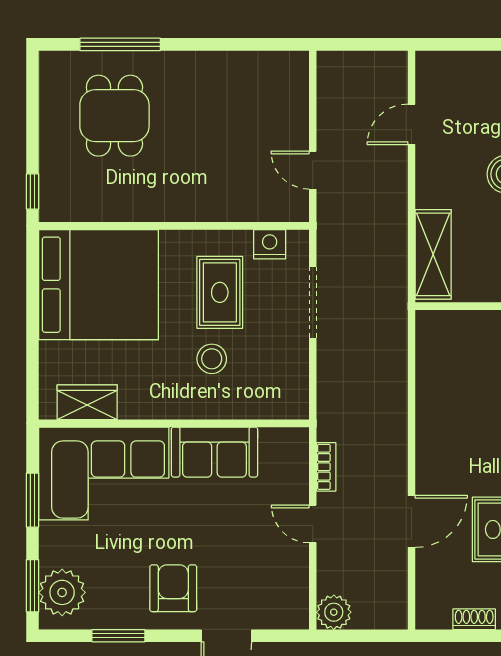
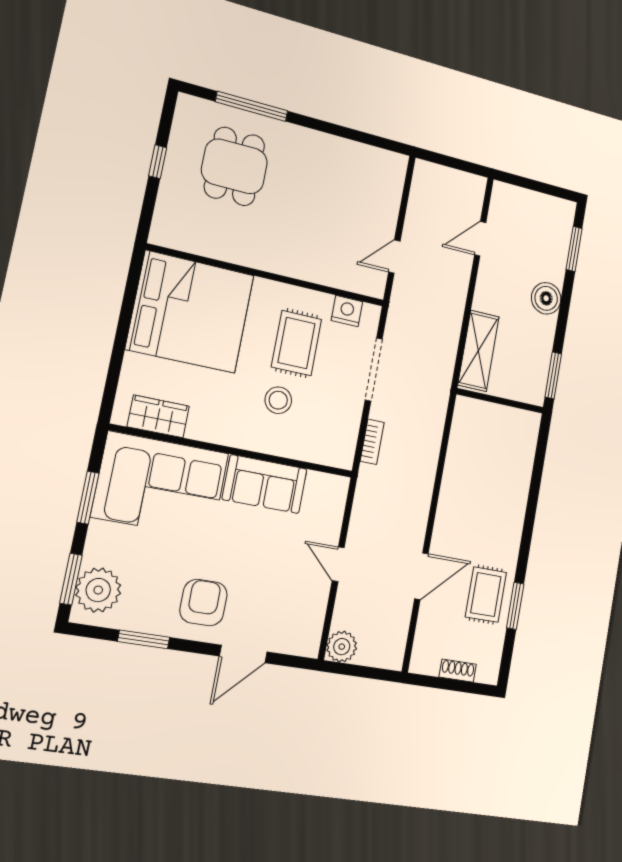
door: (313, 170) -> (394, 257), hinge flipped
window: (33, 191) -> (158, 162), moved
bookcase: (326, 467) -> (372, 442), moved

